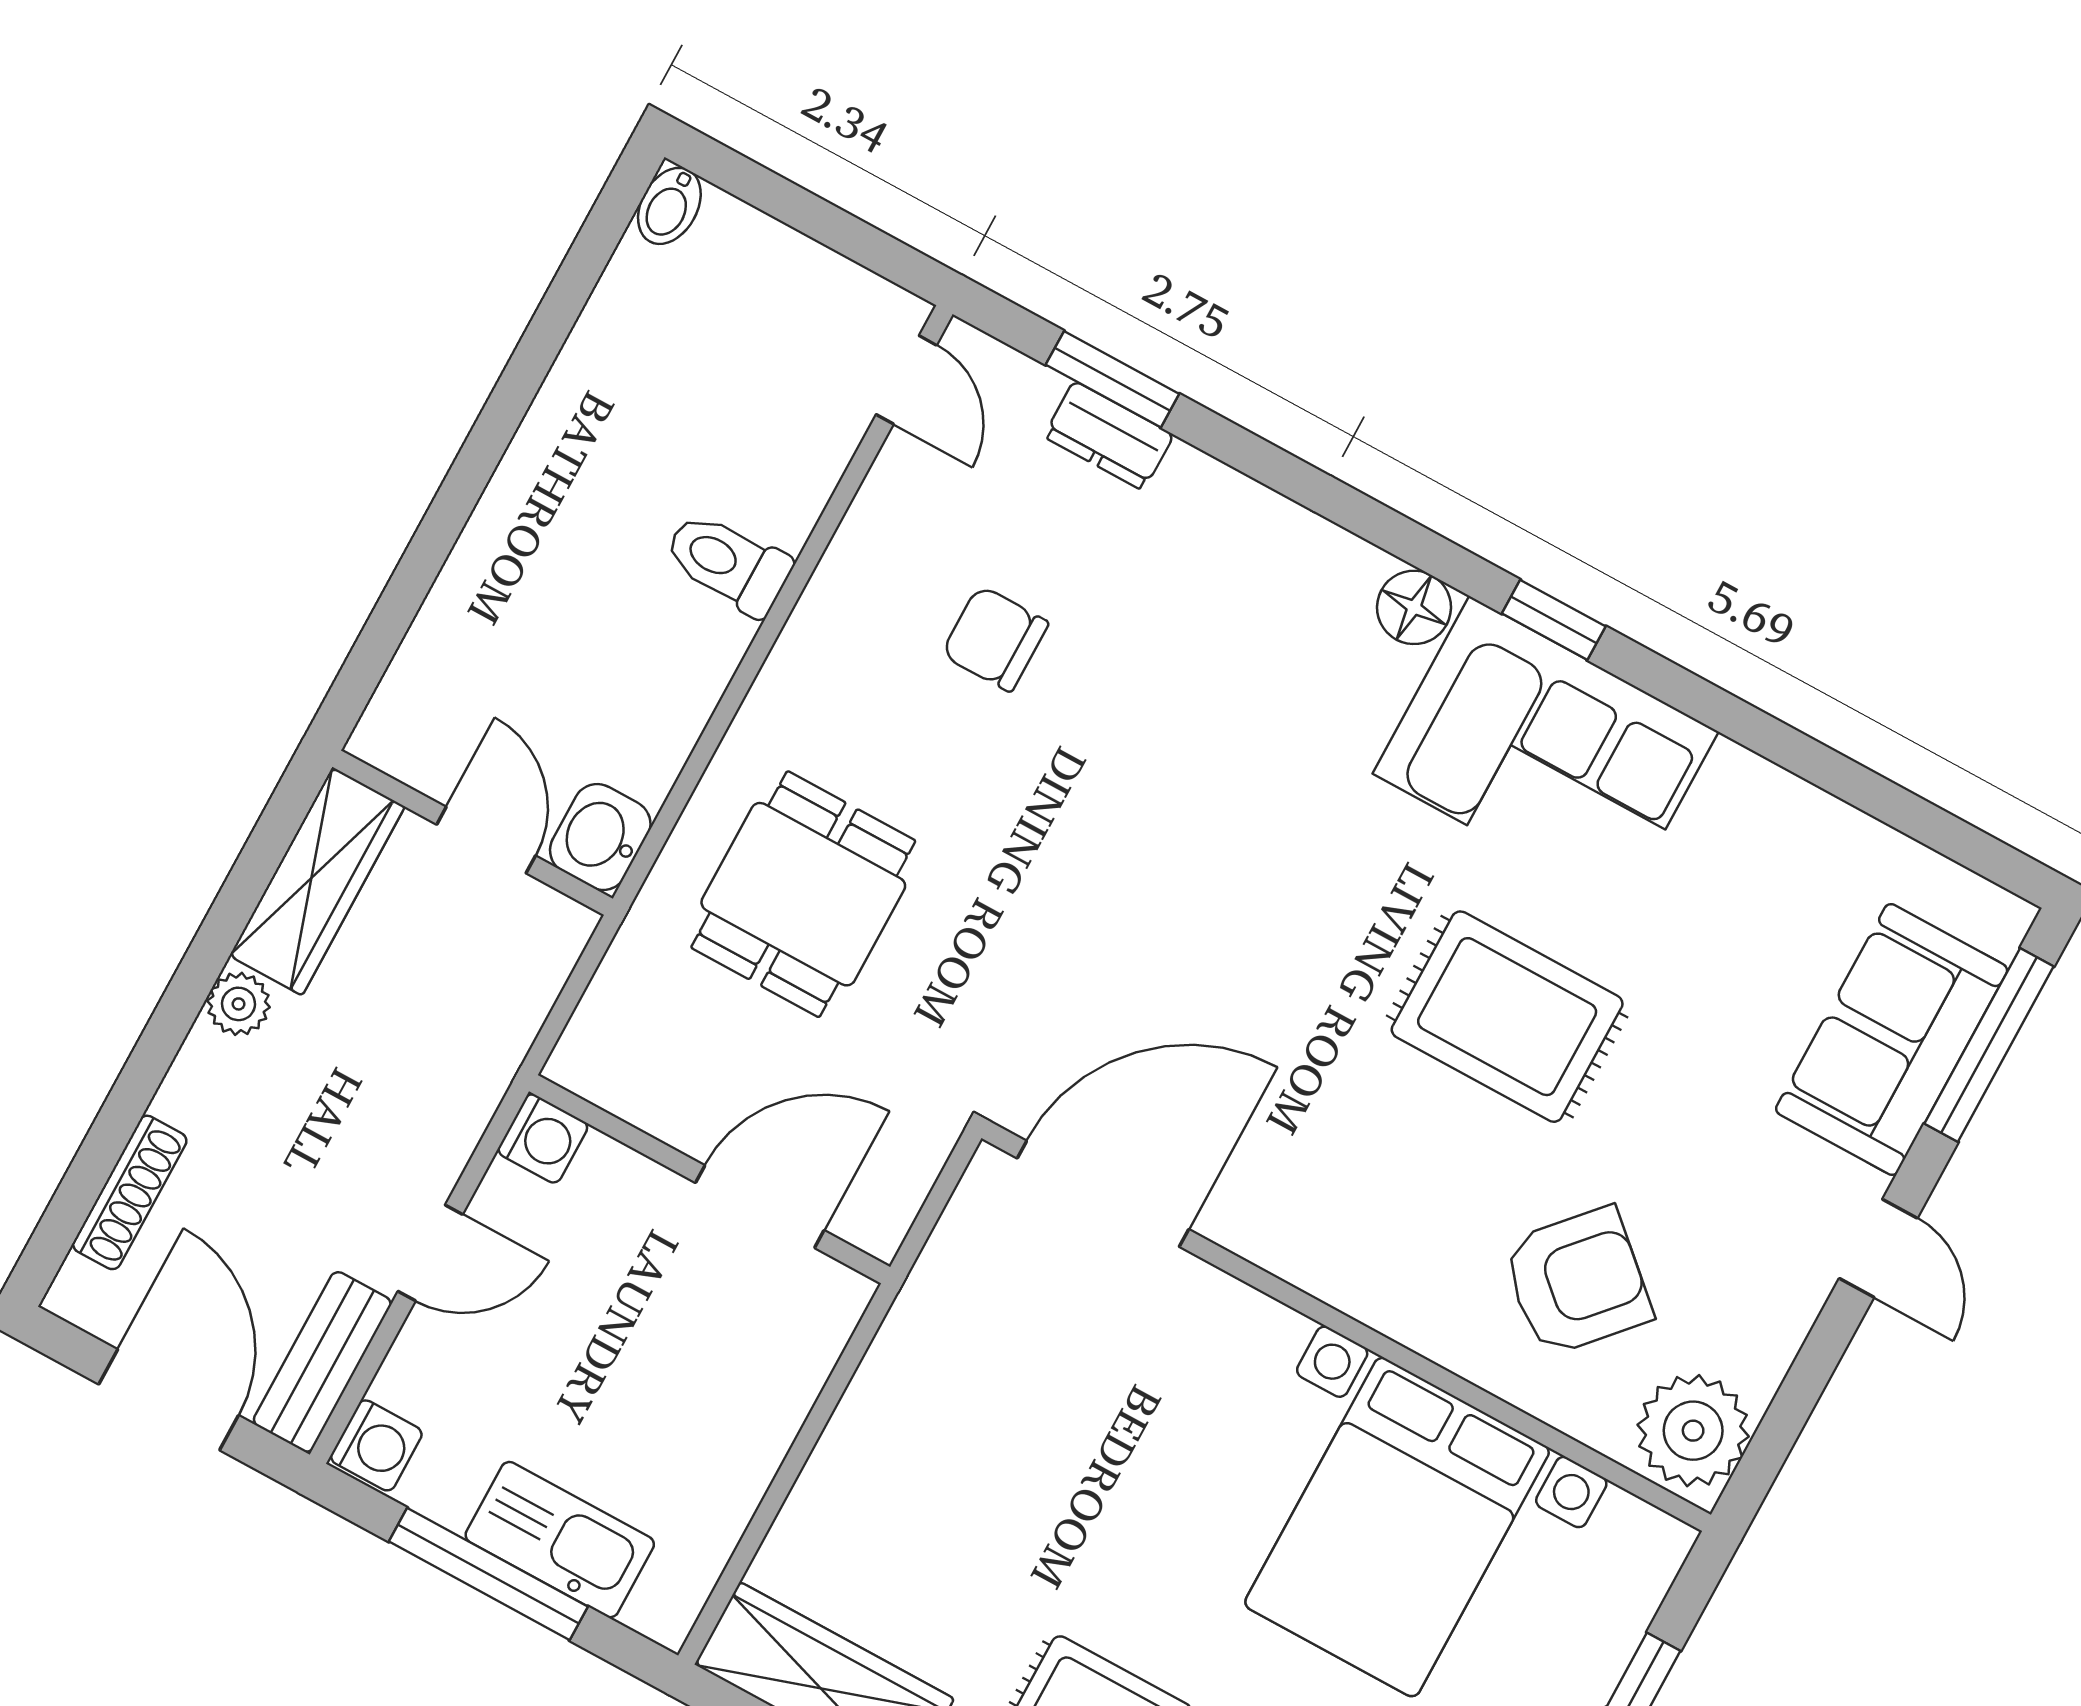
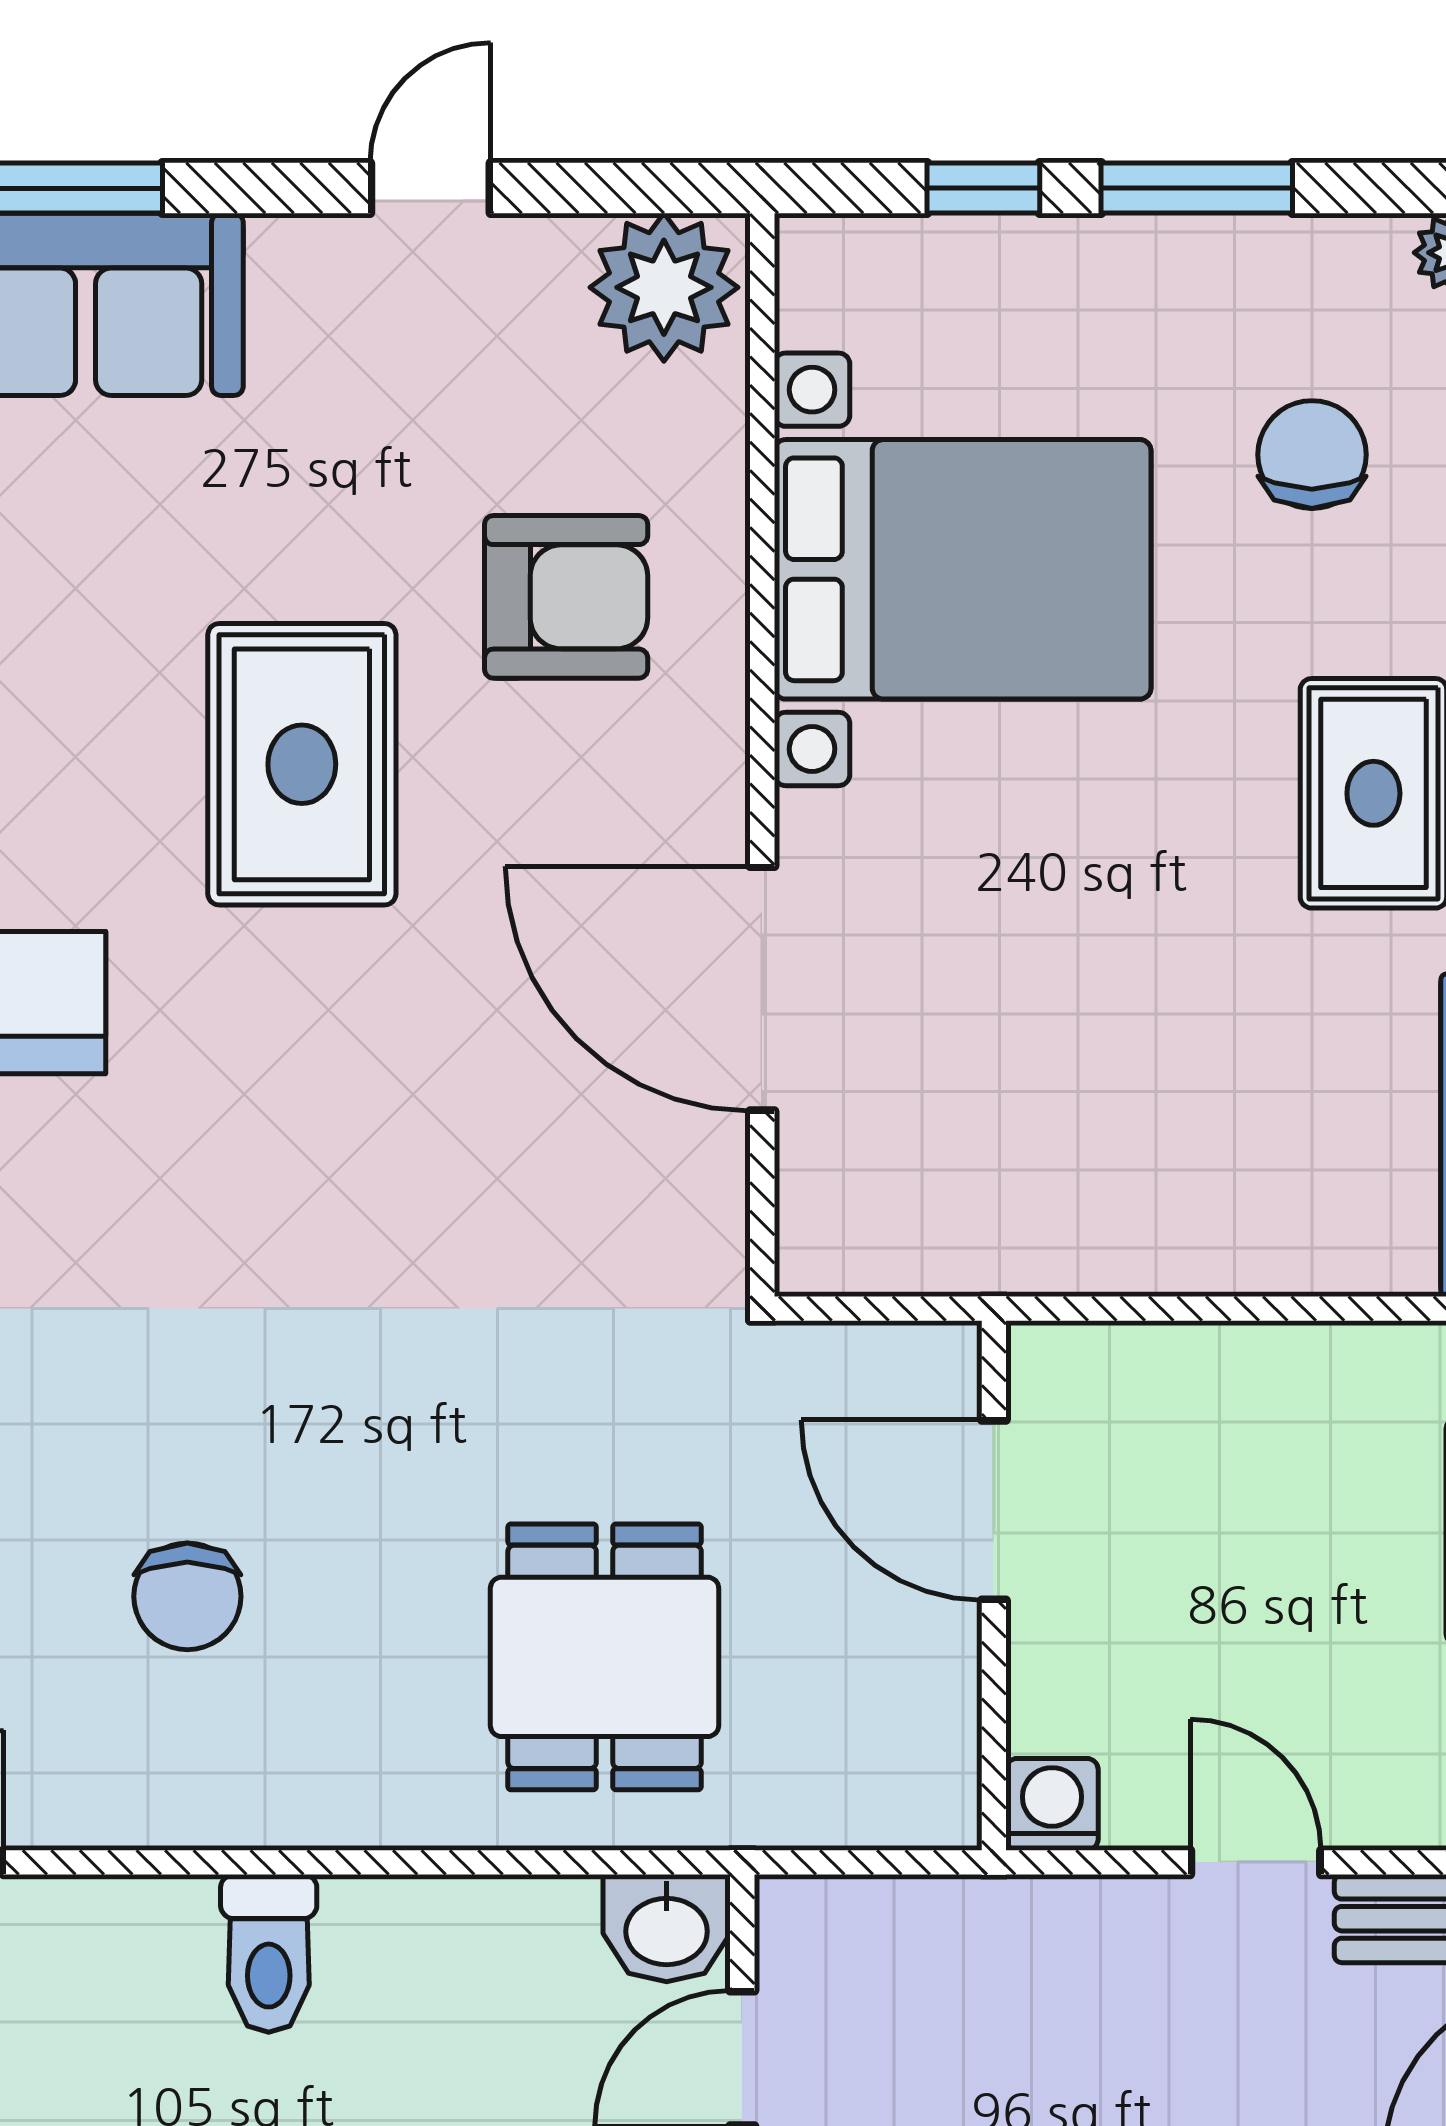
dining table: (803, 894) -> (605, 1657), turned 90
door: (1103, 1194) -> (762, 989), moved
door: (1878, 1248) -> (430, 188), moved
armchair: (1577, 1281) -> (566, 597), moved, turned 138

